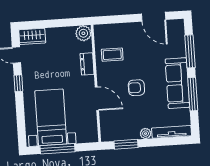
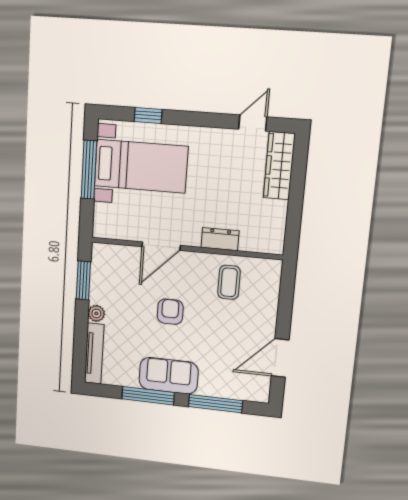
plant: (83, 33) -> (272, 241), removed
wardrobe: (32, 36) -> (279, 166), width x1.50
window: (18, 83) -> (148, 115), moved
sofa: (177, 83) -> (168, 376), width x0.73

